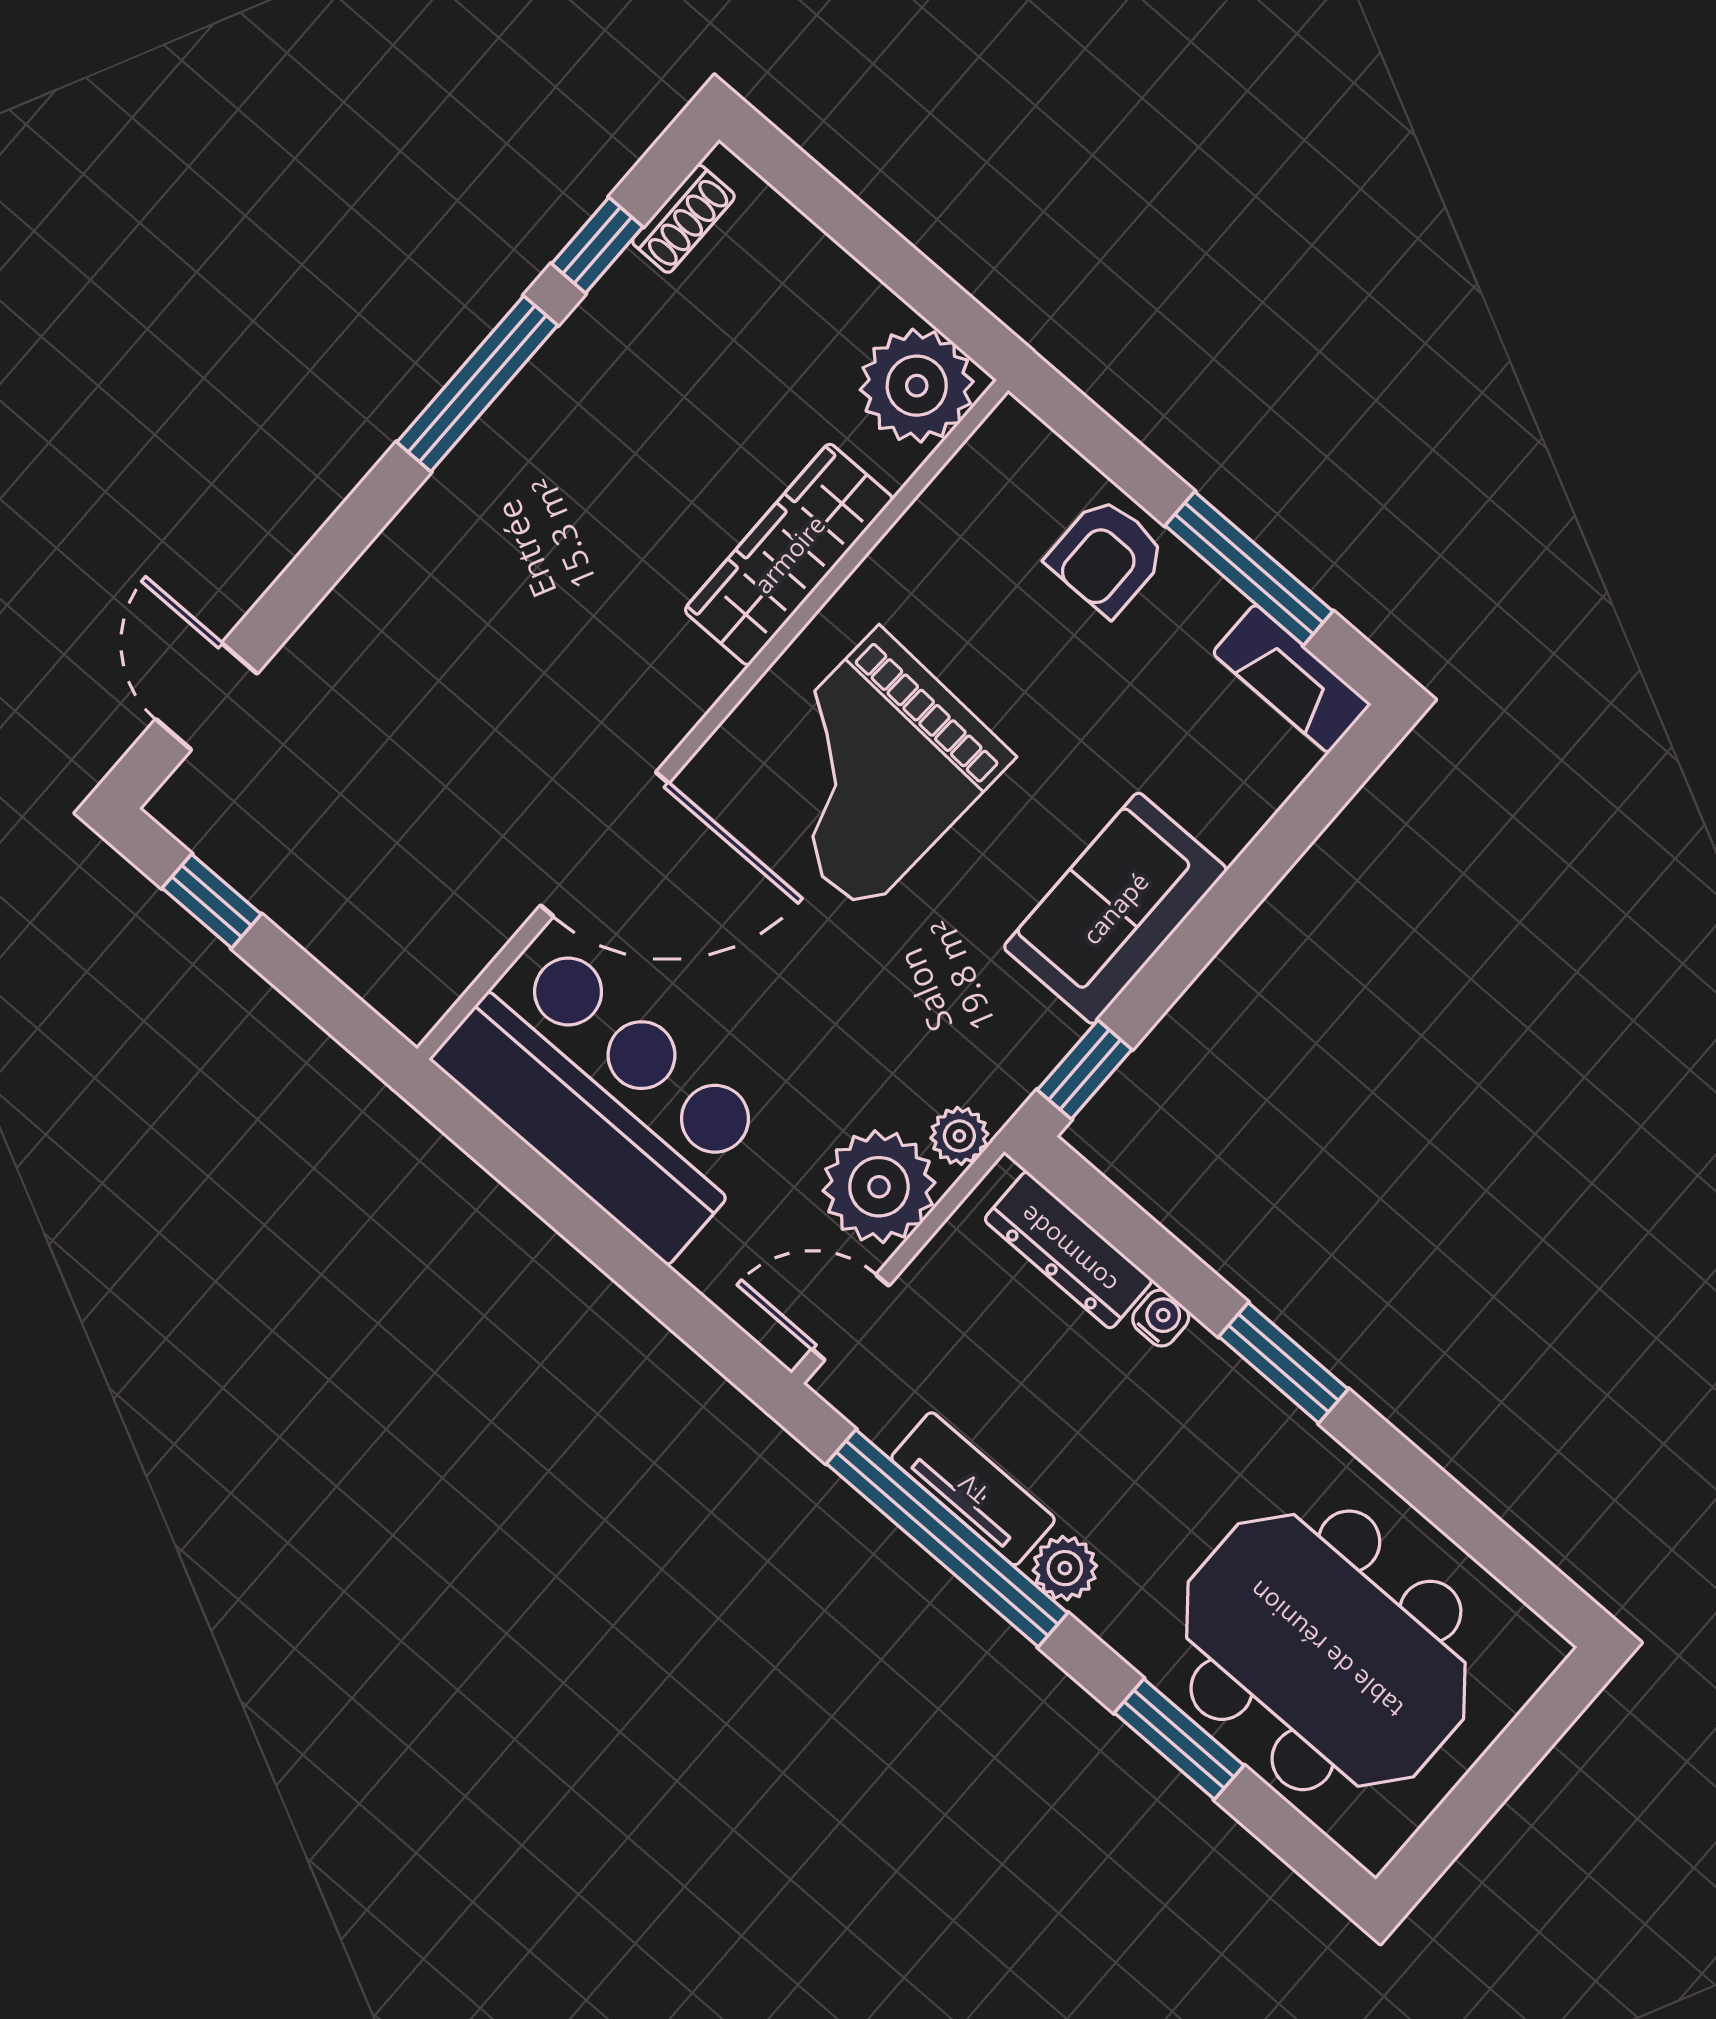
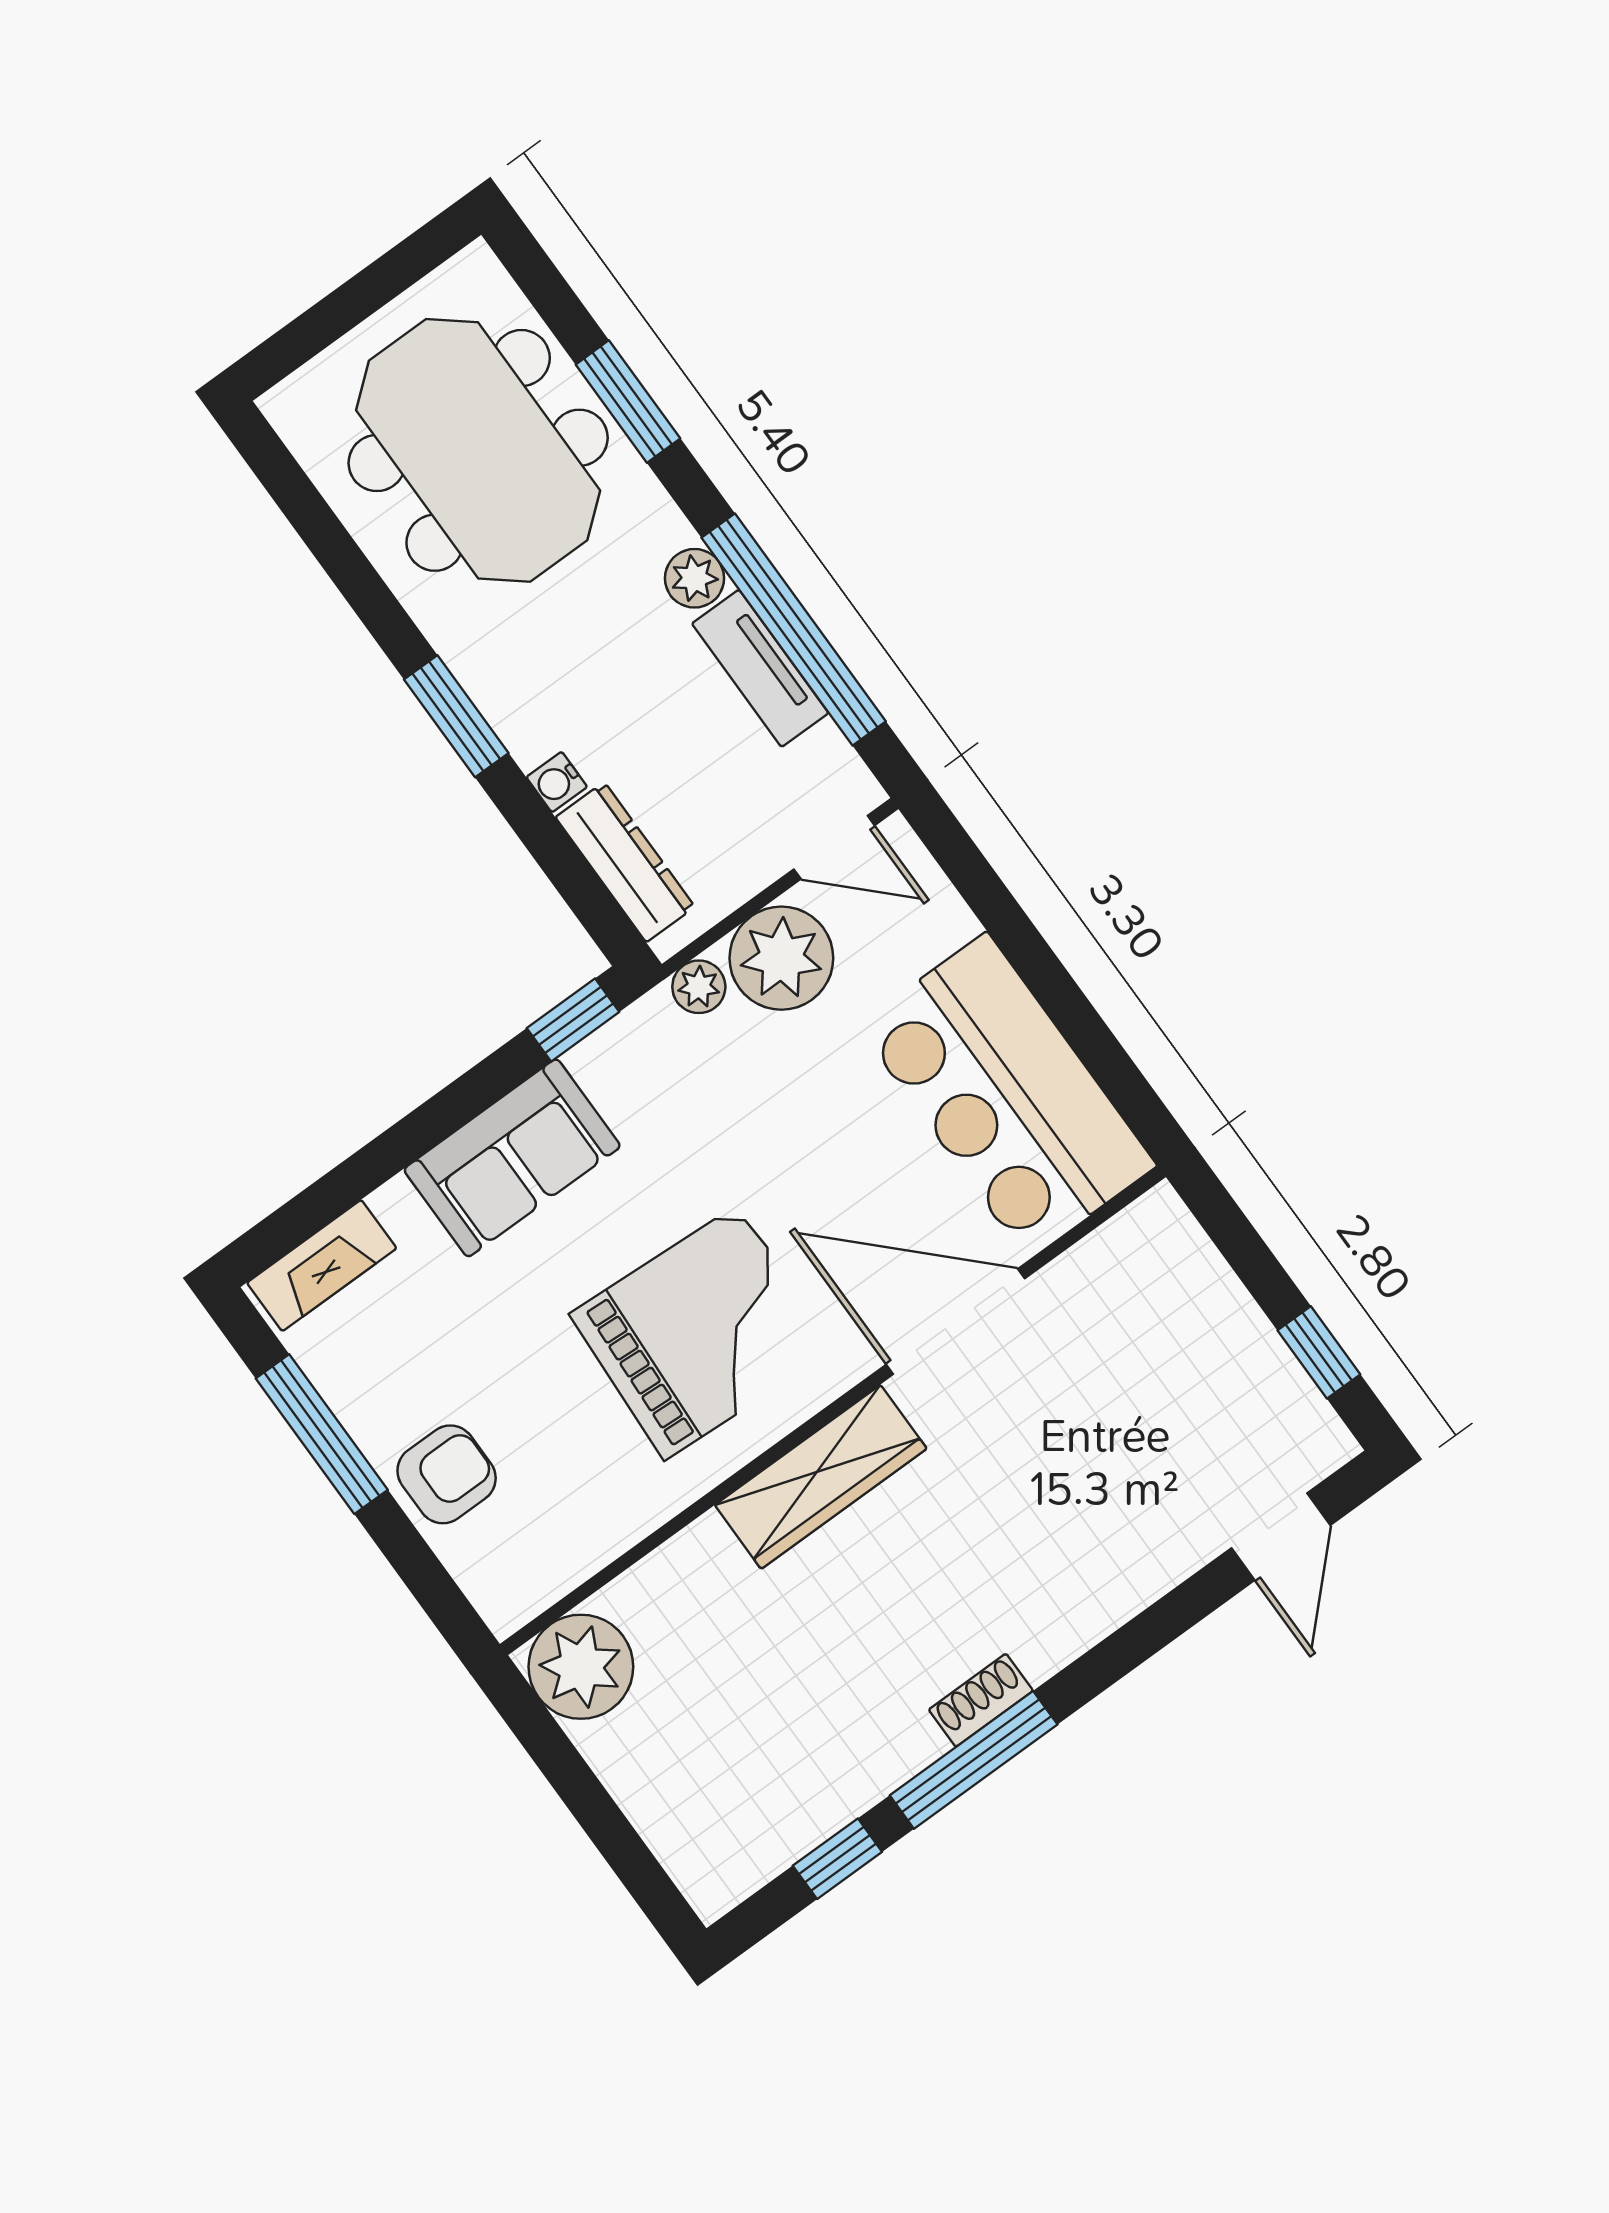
shoe rack: (683, 219) -> (981, 1700), moved
wardrobe: (789, 554) -> (821, 1477), moved
fireplace: (1292, 679) -> (322, 1266), moved, turned 90

